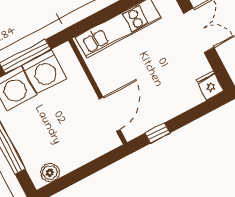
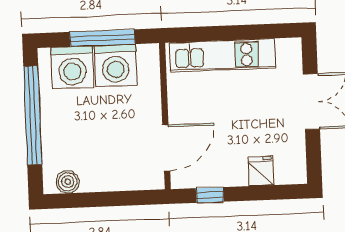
fridge: (210, 85) -> (261, 171), moved

